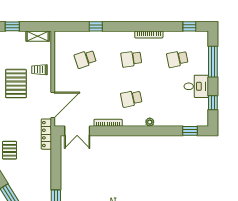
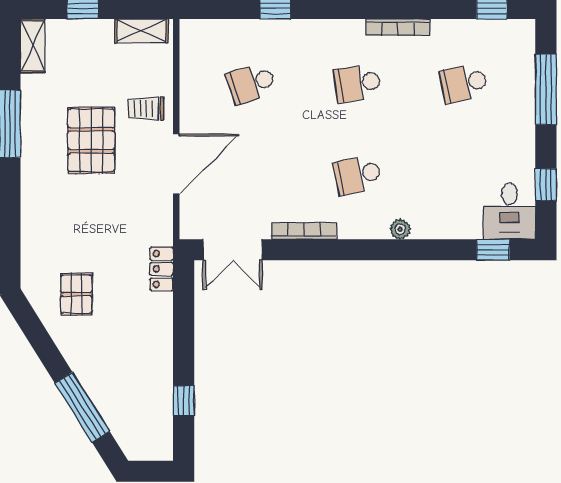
desk: (196, 86) -> (509, 211), moved, turned 90
door: (53, 105) -> (176, 164), moved
locker: (46, 134) -> (162, 269), width x0.66

